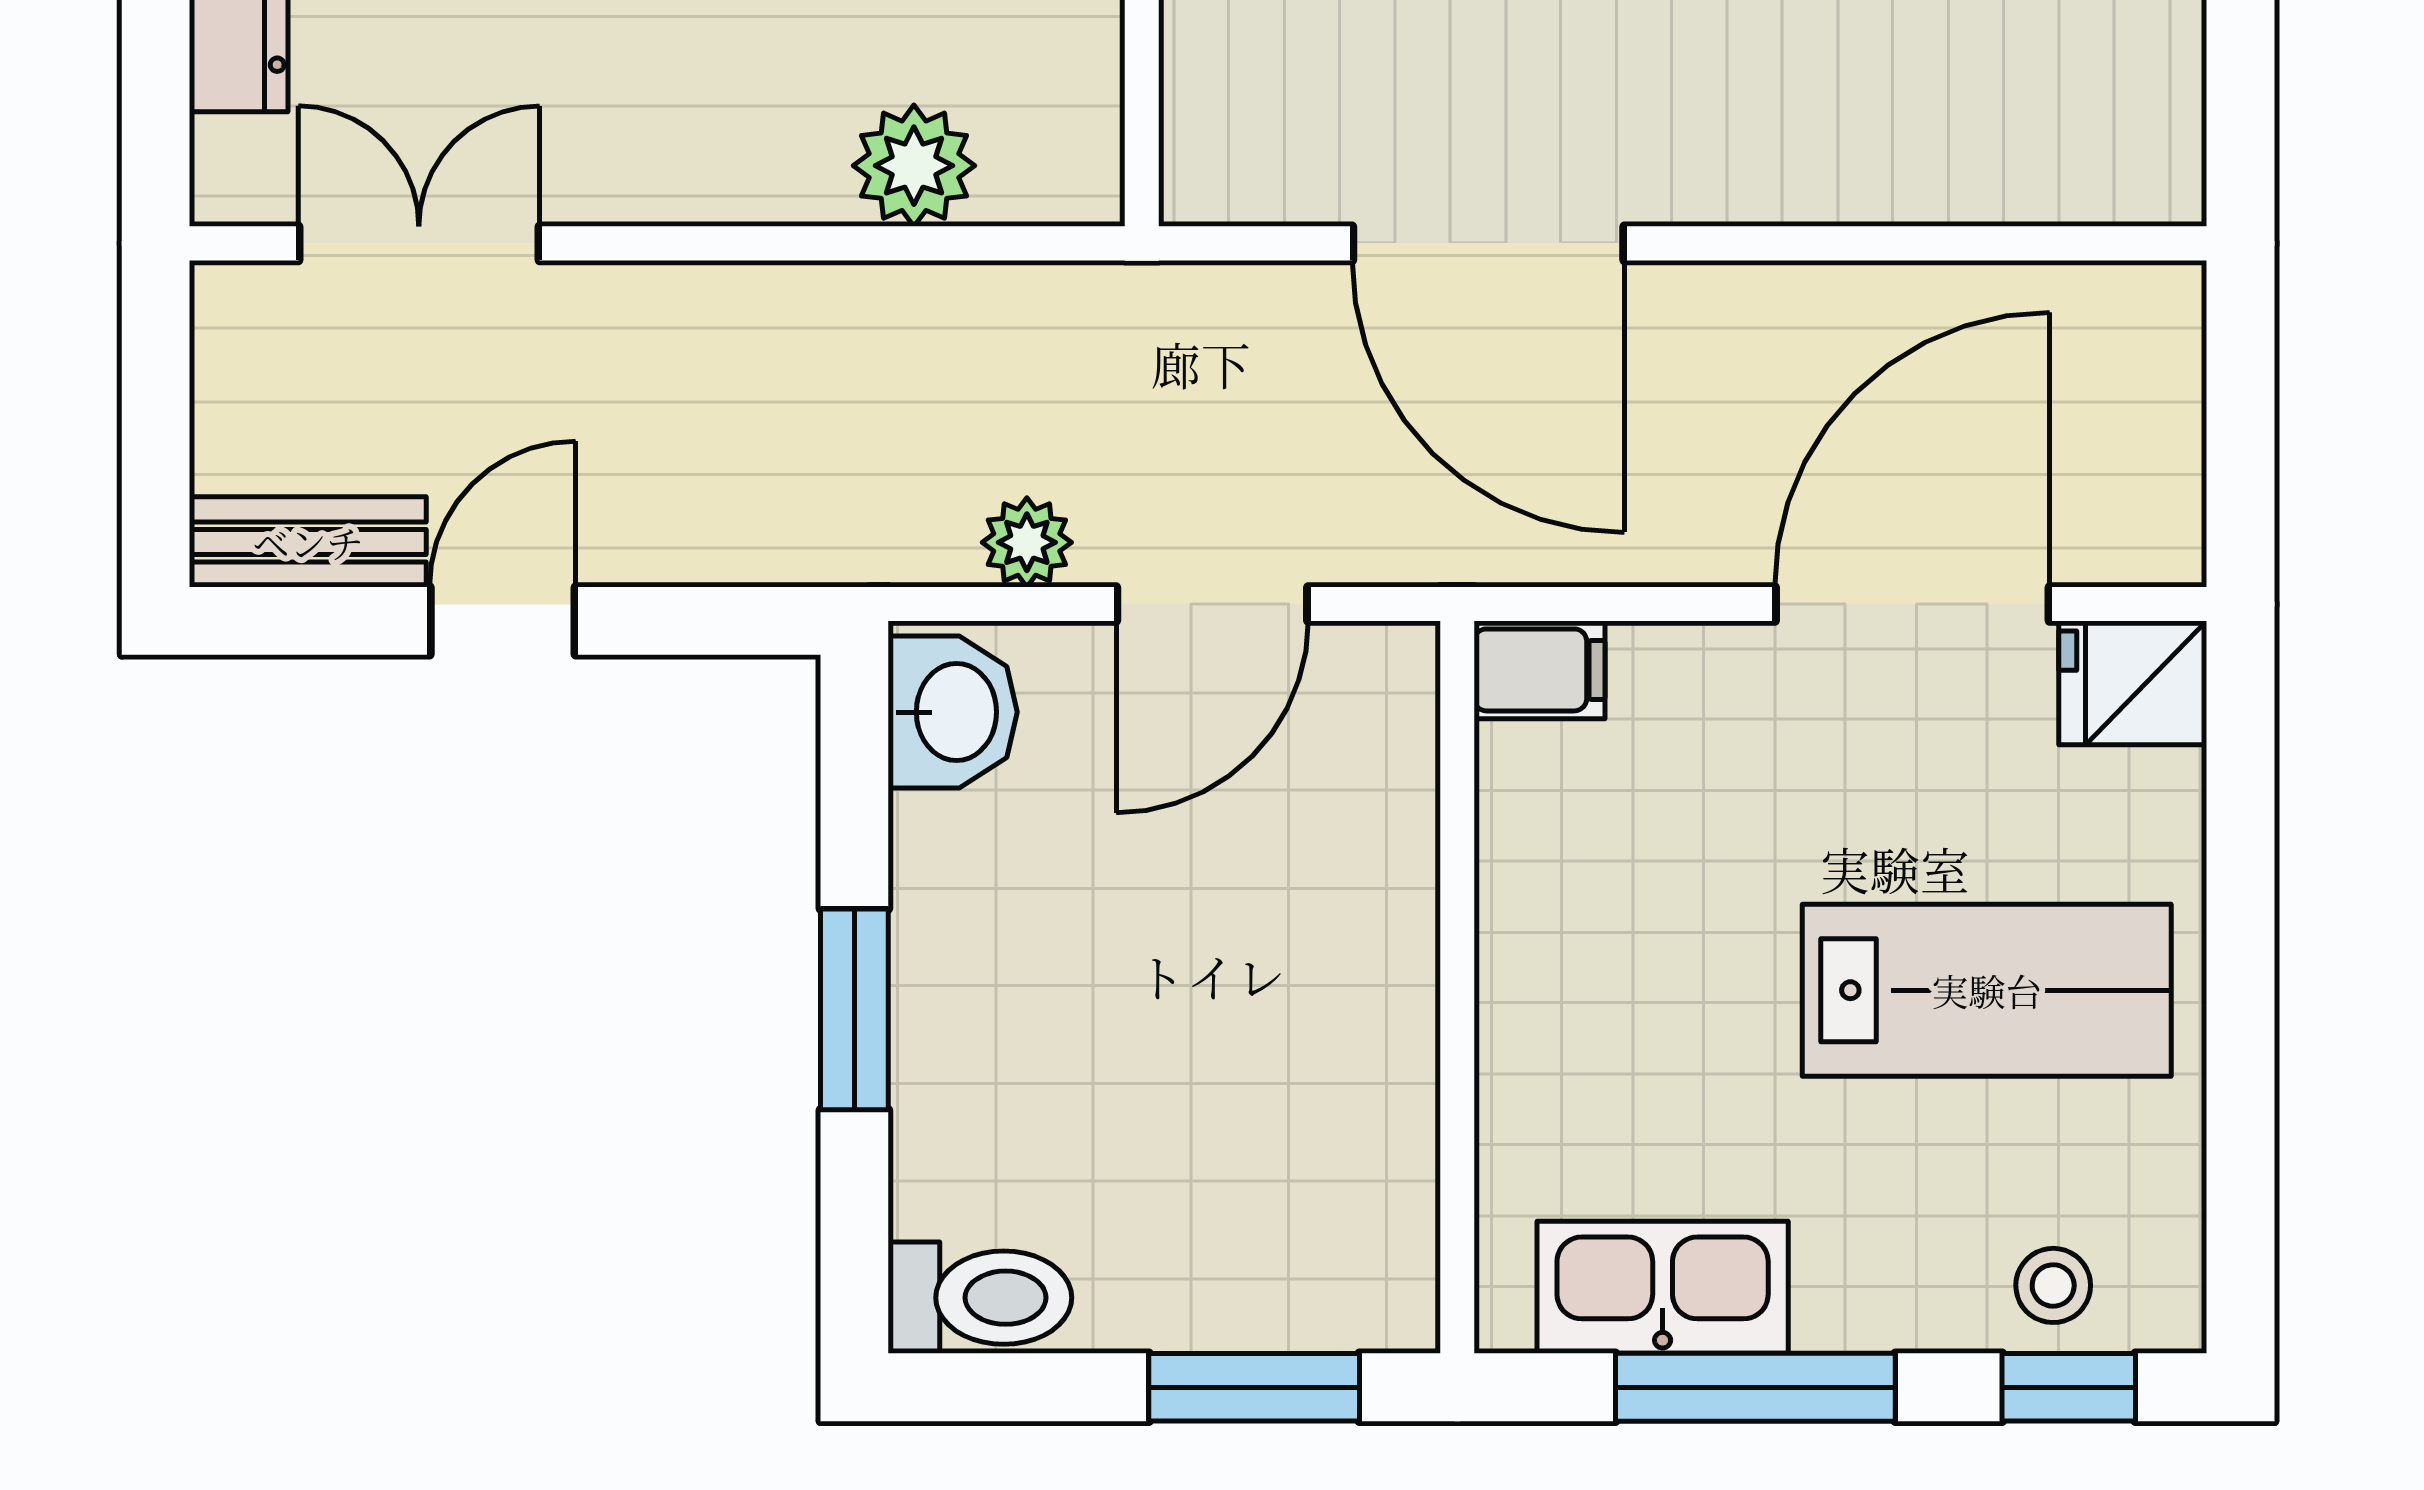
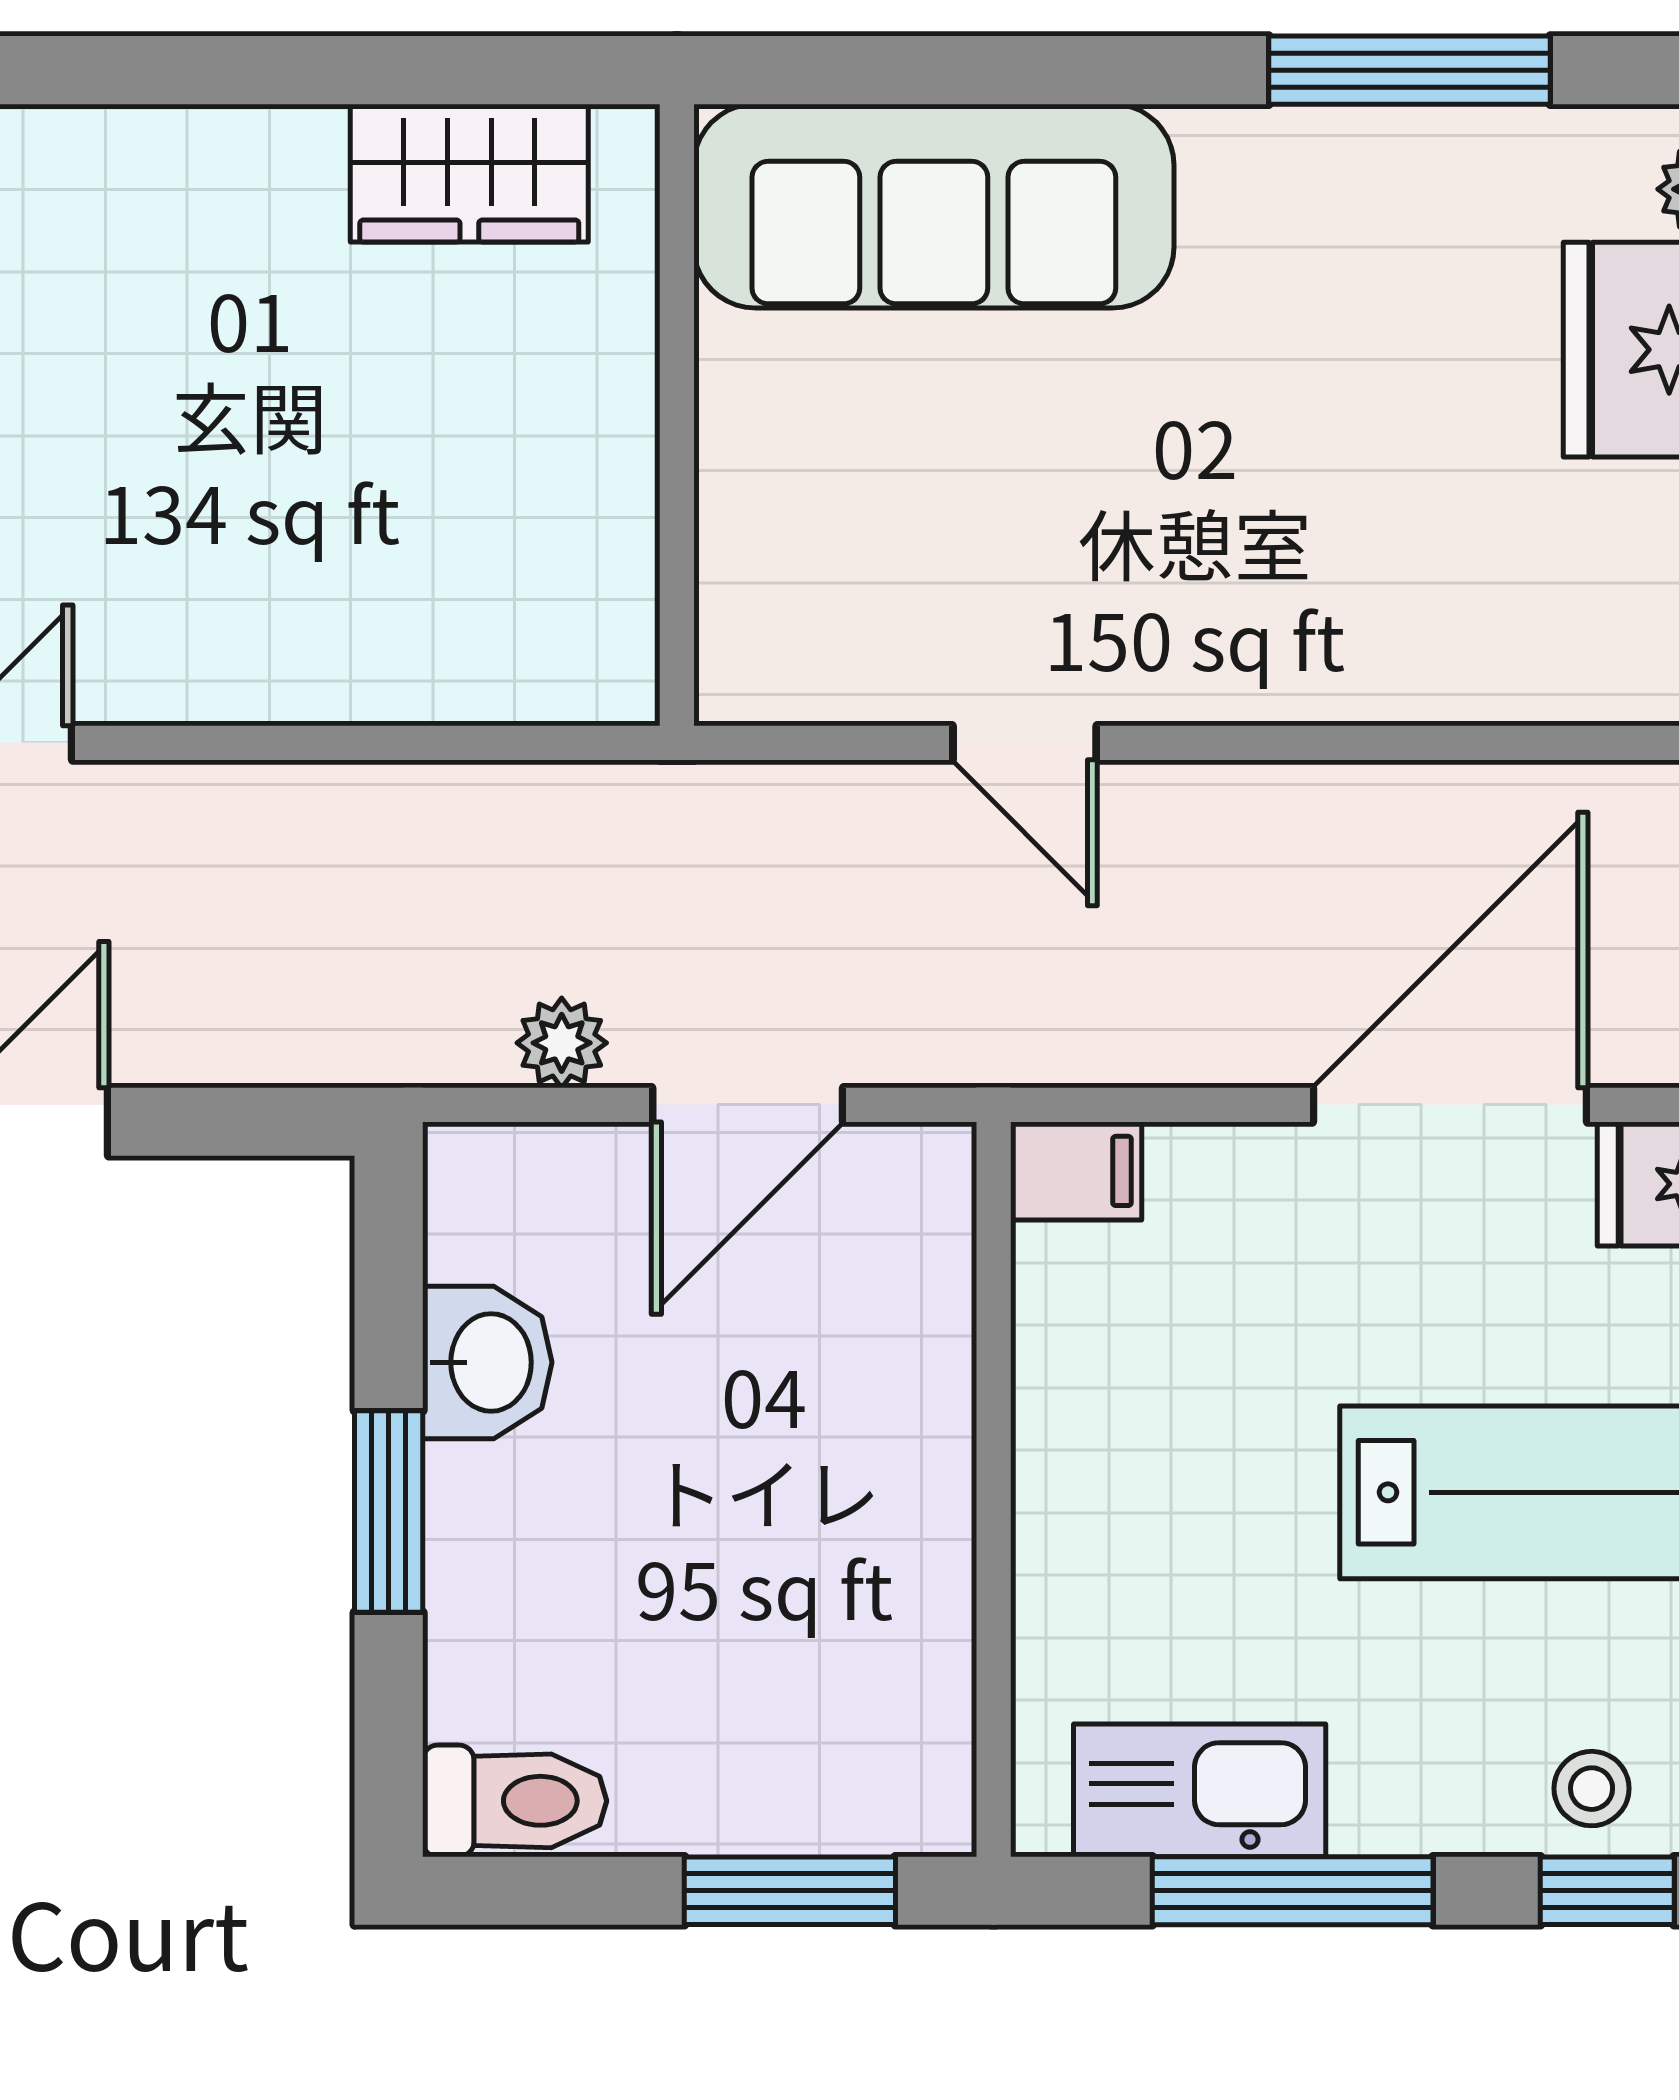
plant: (914, 166) -> (448, 665), removed
door: (1488, 243) -> (1025, 743), width x0.53
washbasin: (953, 712) -> (487, 1362), moved

